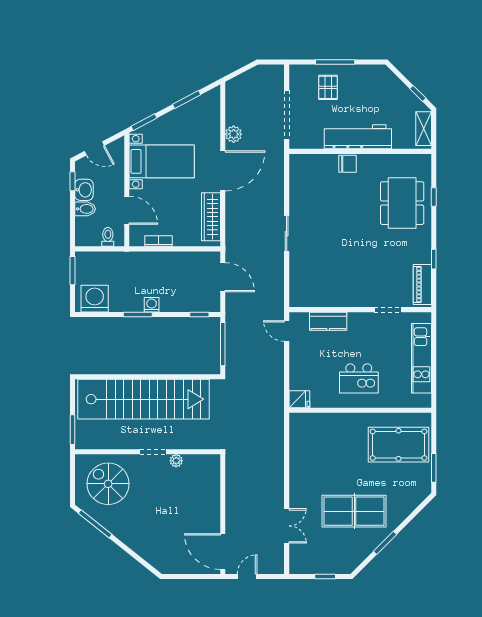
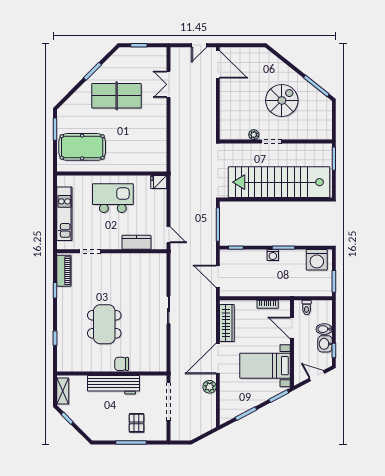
dining table: (402, 203) -> (104, 324), moved
kitchen island: (359, 378) -> (113, 198), width x1.37, depth x1.28
spiral stairs: (108, 484) -> (282, 100), moved, turned -90

